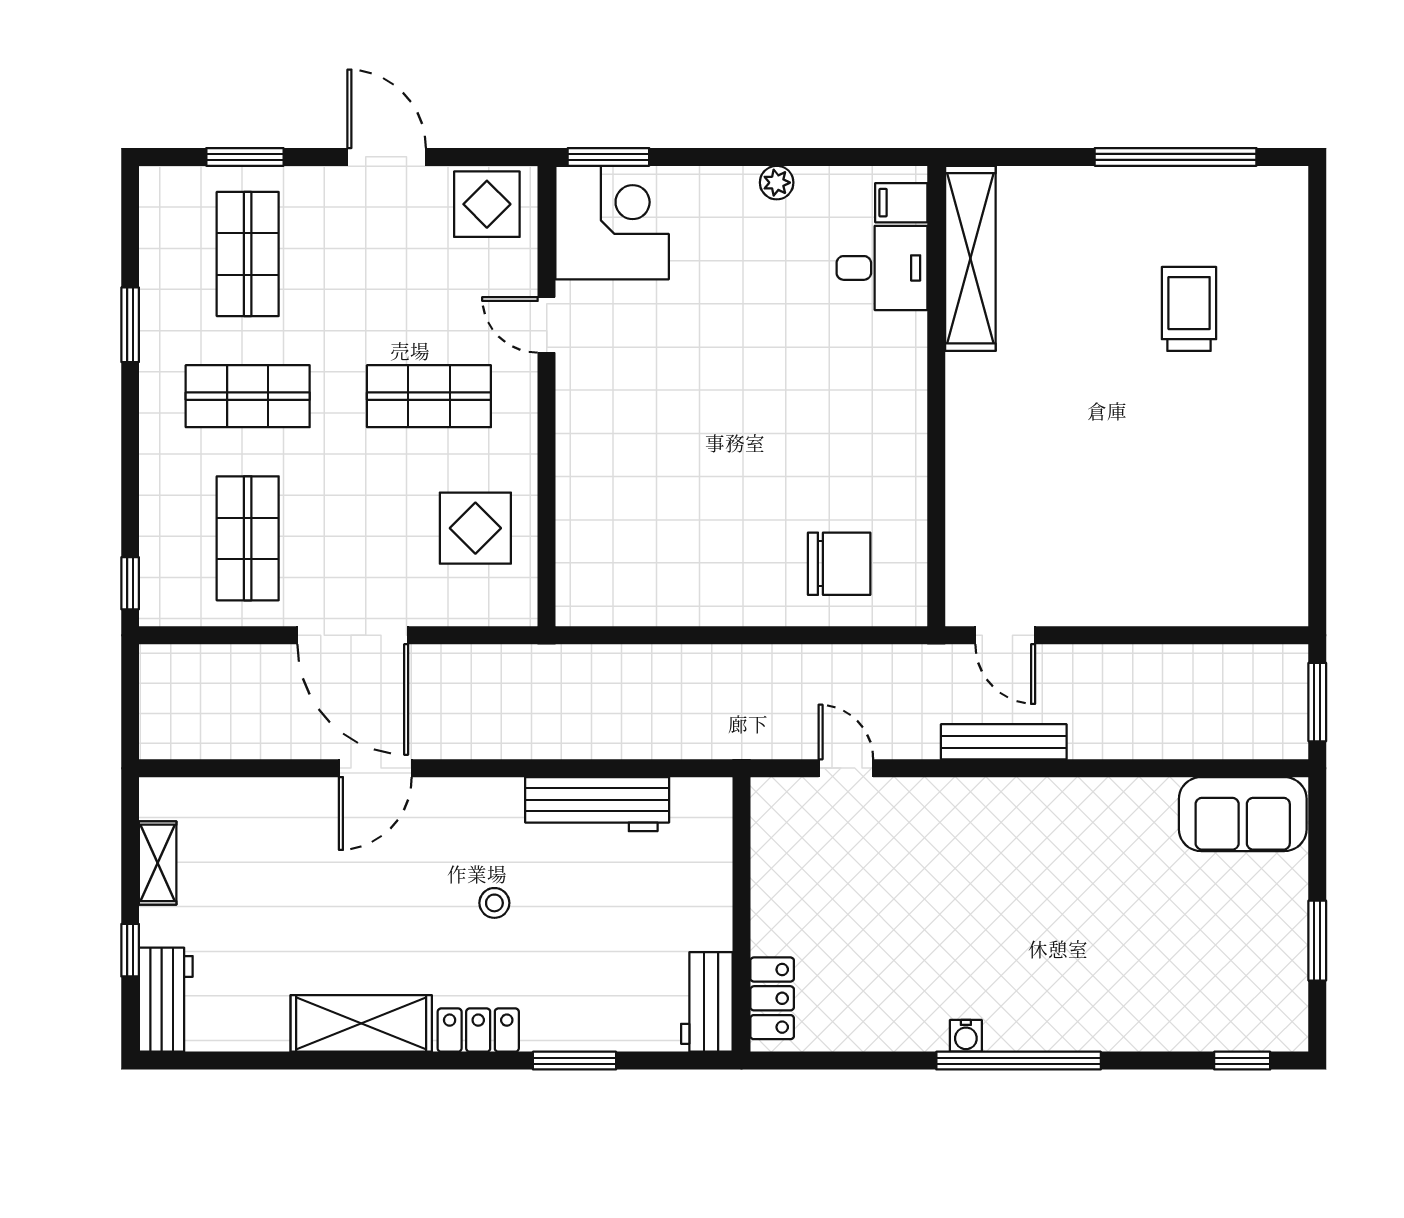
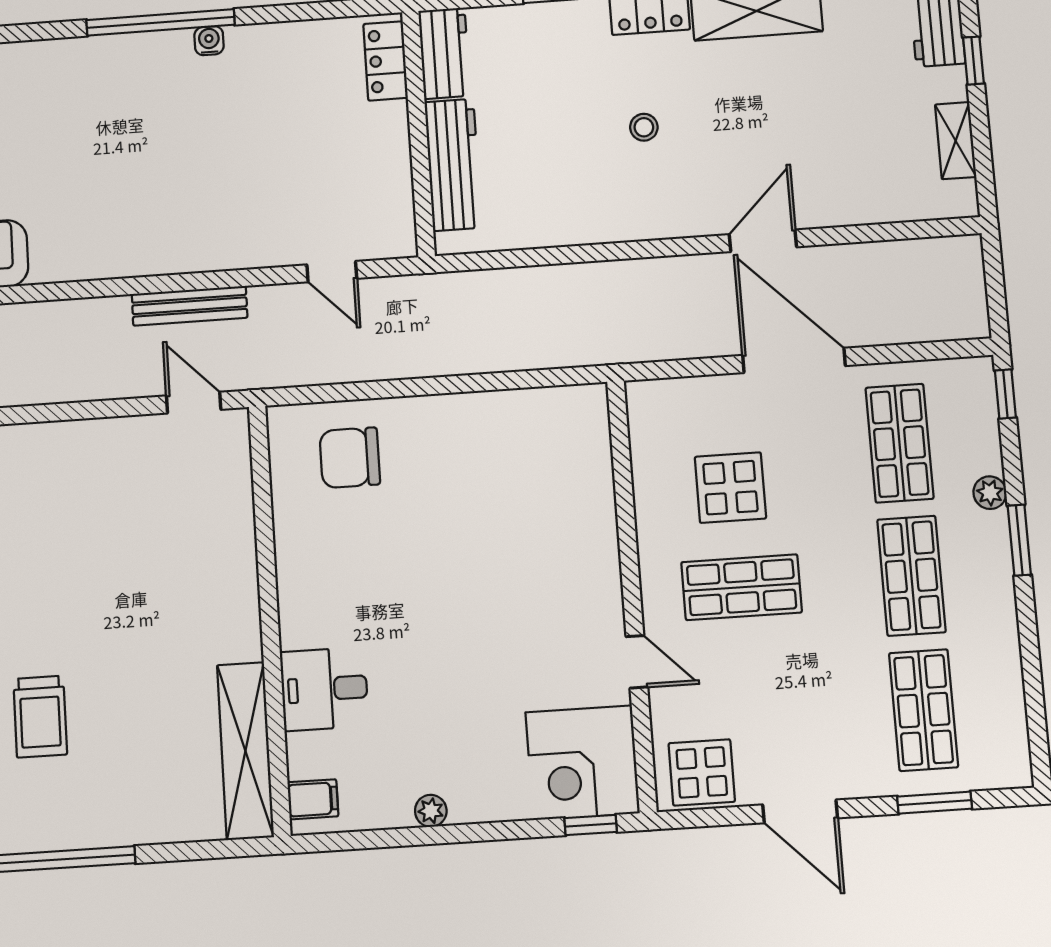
window: (608, 157) -> (591, 825), width x0.67
desk: (882, 268) -> (324, 689), moved
window: (130, 325) -> (1019, 540), moved
shop shelf: (248, 396) -> (911, 576), turned 90
plant: (156, 479) -> (990, 493), added
display table: (475, 528) -> (730, 488), moved
workbench: (597, 804) -> (453, 165), moved, turned 90

